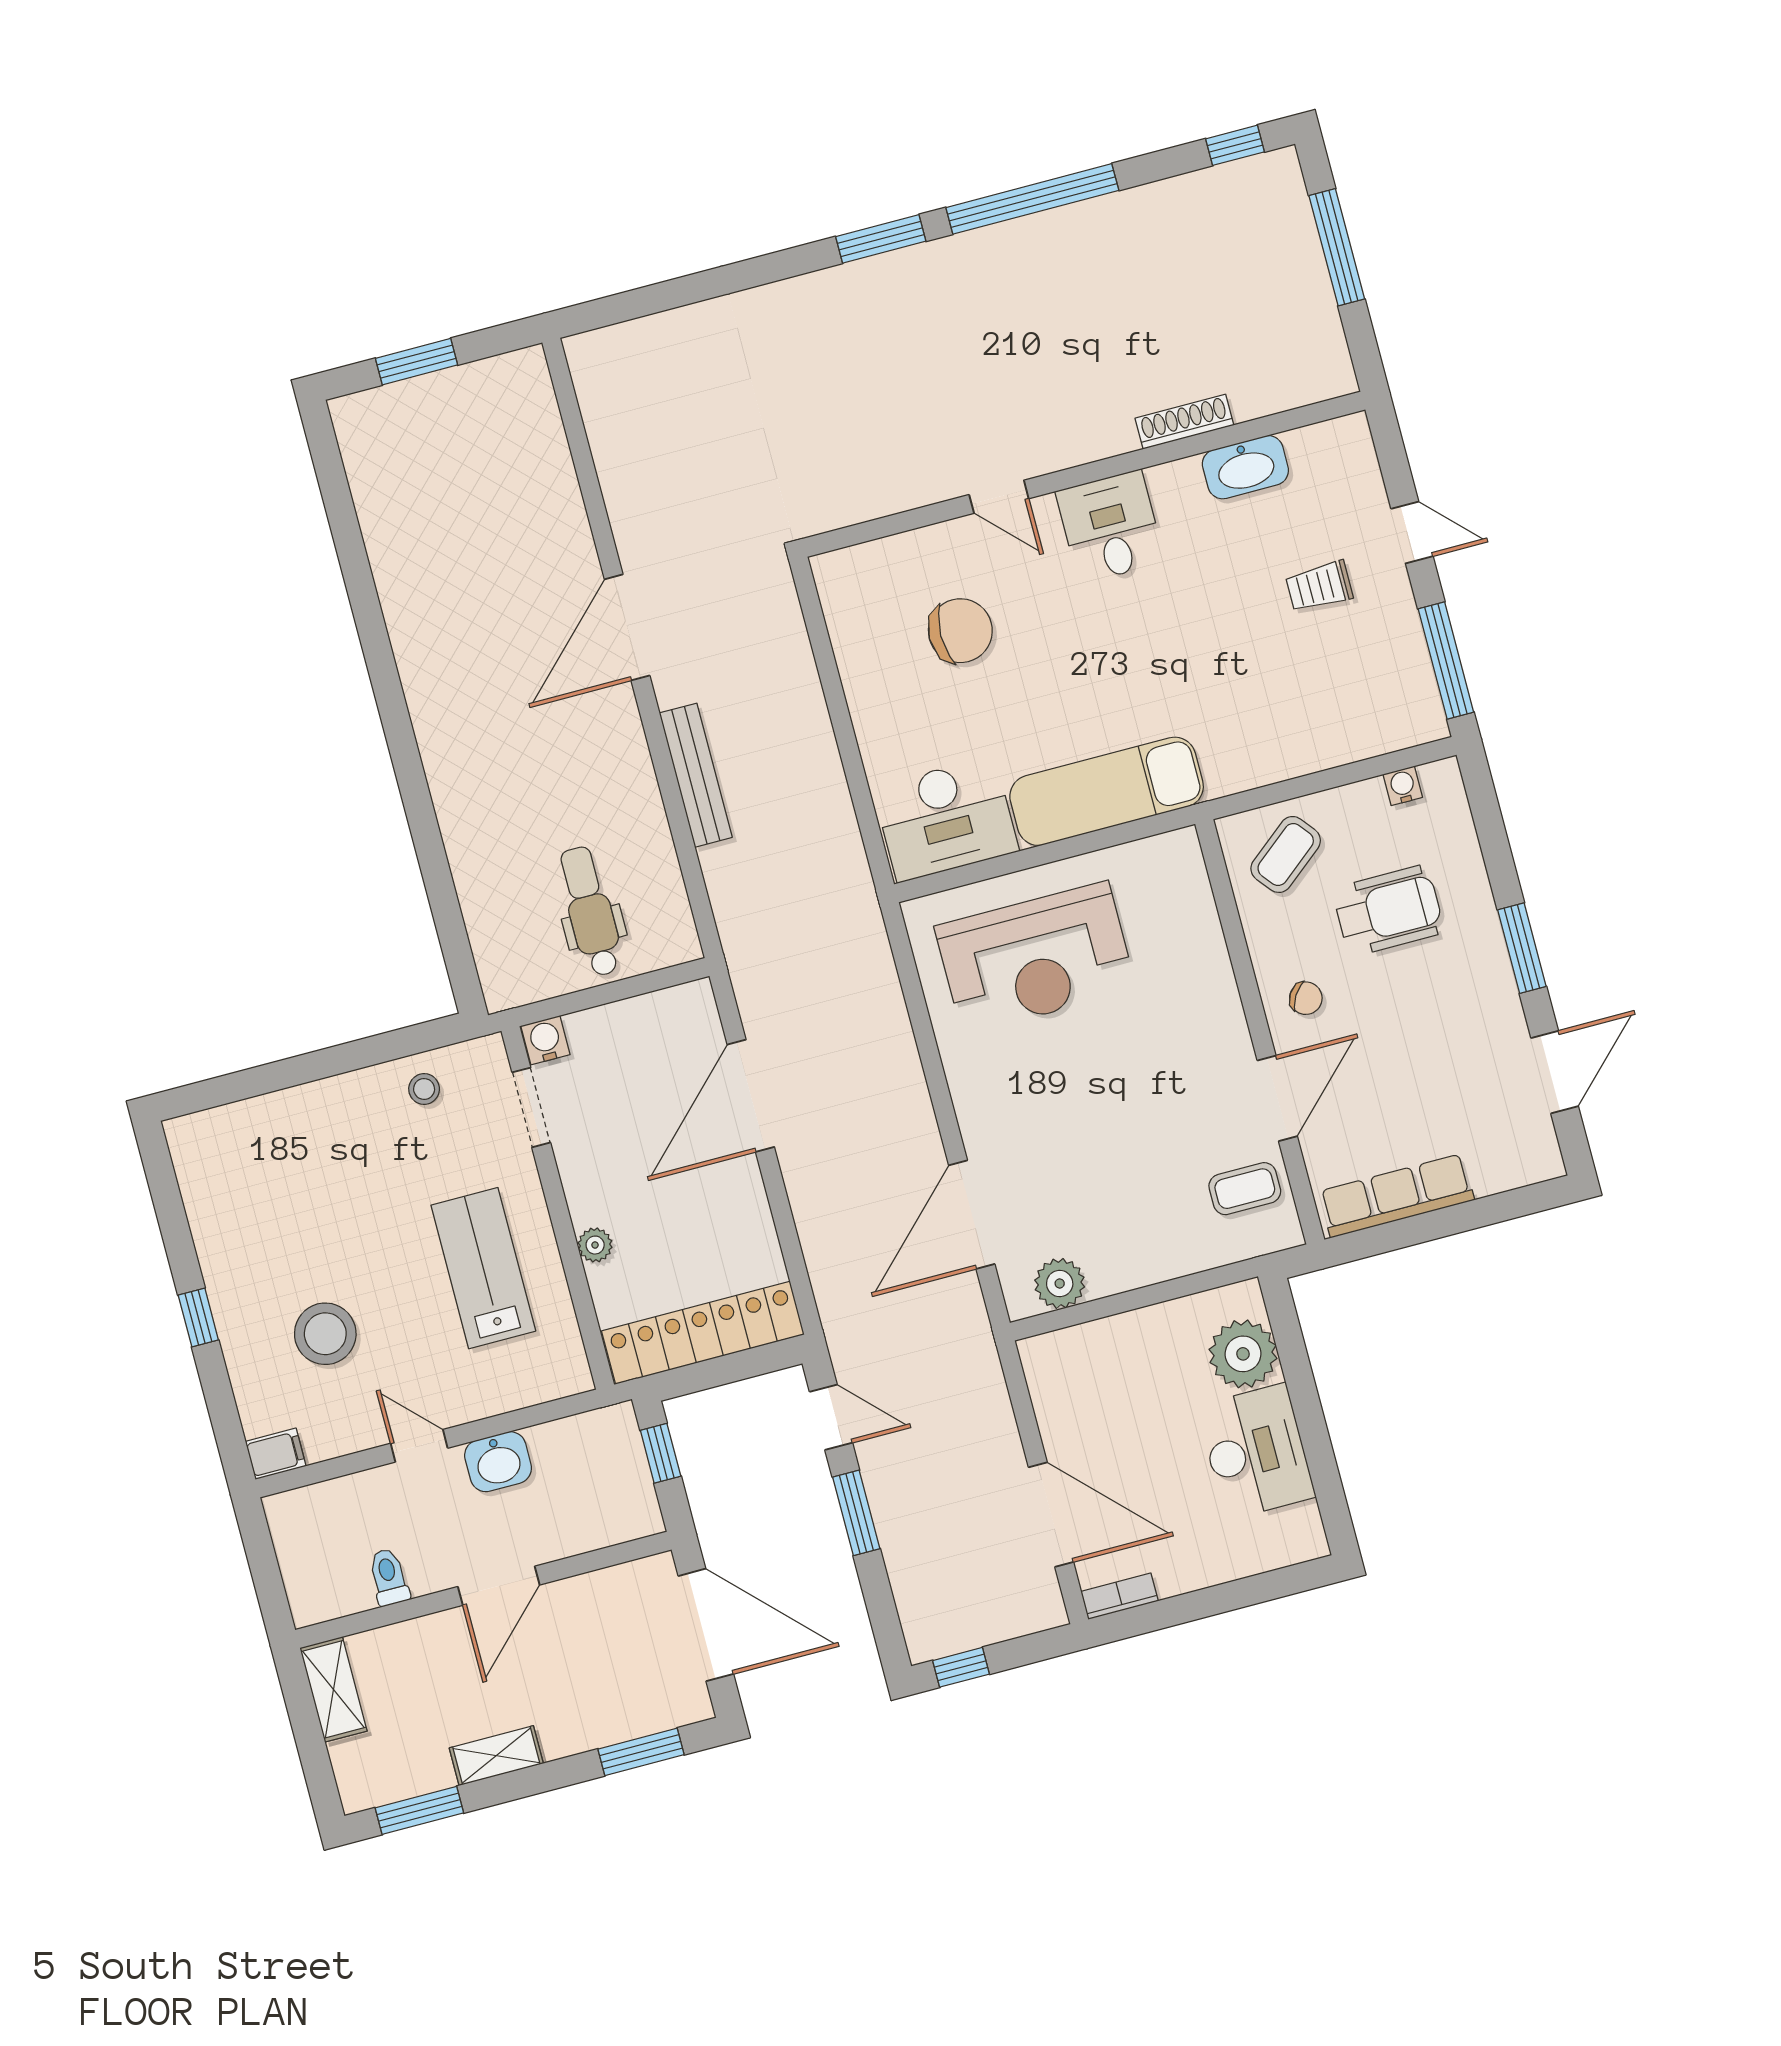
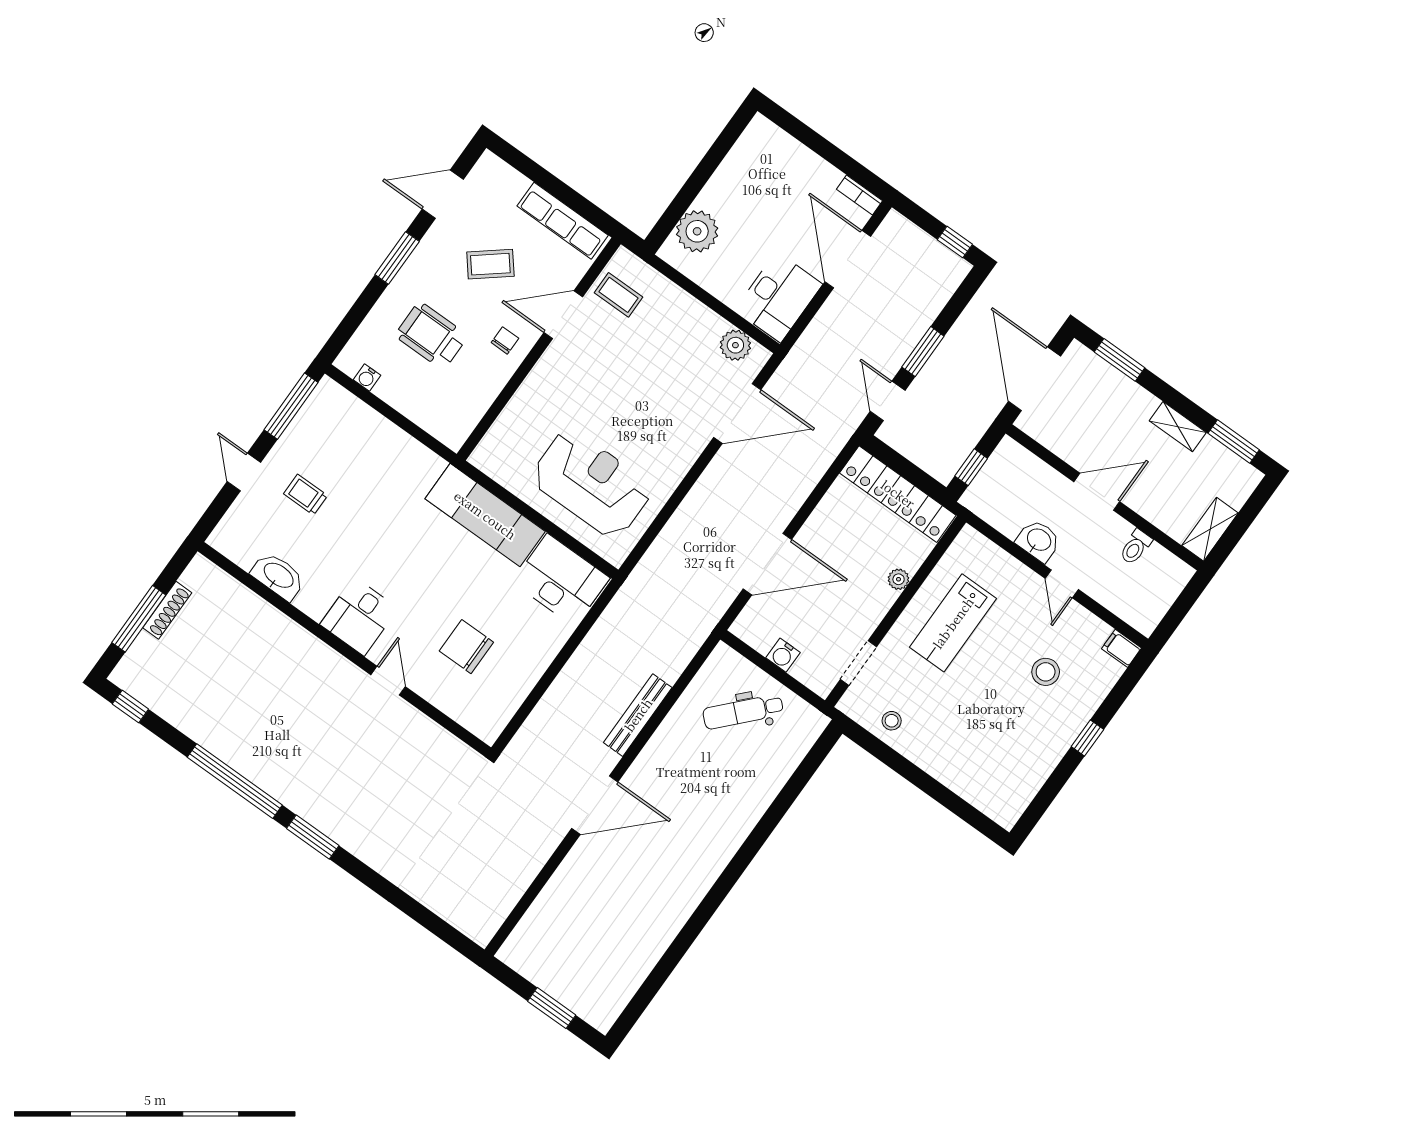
shoe rack: (1184, 422) -> (167, 610), moved, turned -90
trolley: (1319, 586) -> (306, 495), turned 180
coffee table: (1286, 854) -> (490, 264), moved
dental chair: (590, 911) -> (743, 712), turned 43
chair: (1306, 998) -> (505, 340), turned 58
water cooler: (545, 1040) -> (783, 655), moved
stool: (325, 1334) -> (1046, 672), width x0.73, depth x0.73
desk: (1256, 1452) -> (778, 297), moved, turned 180

